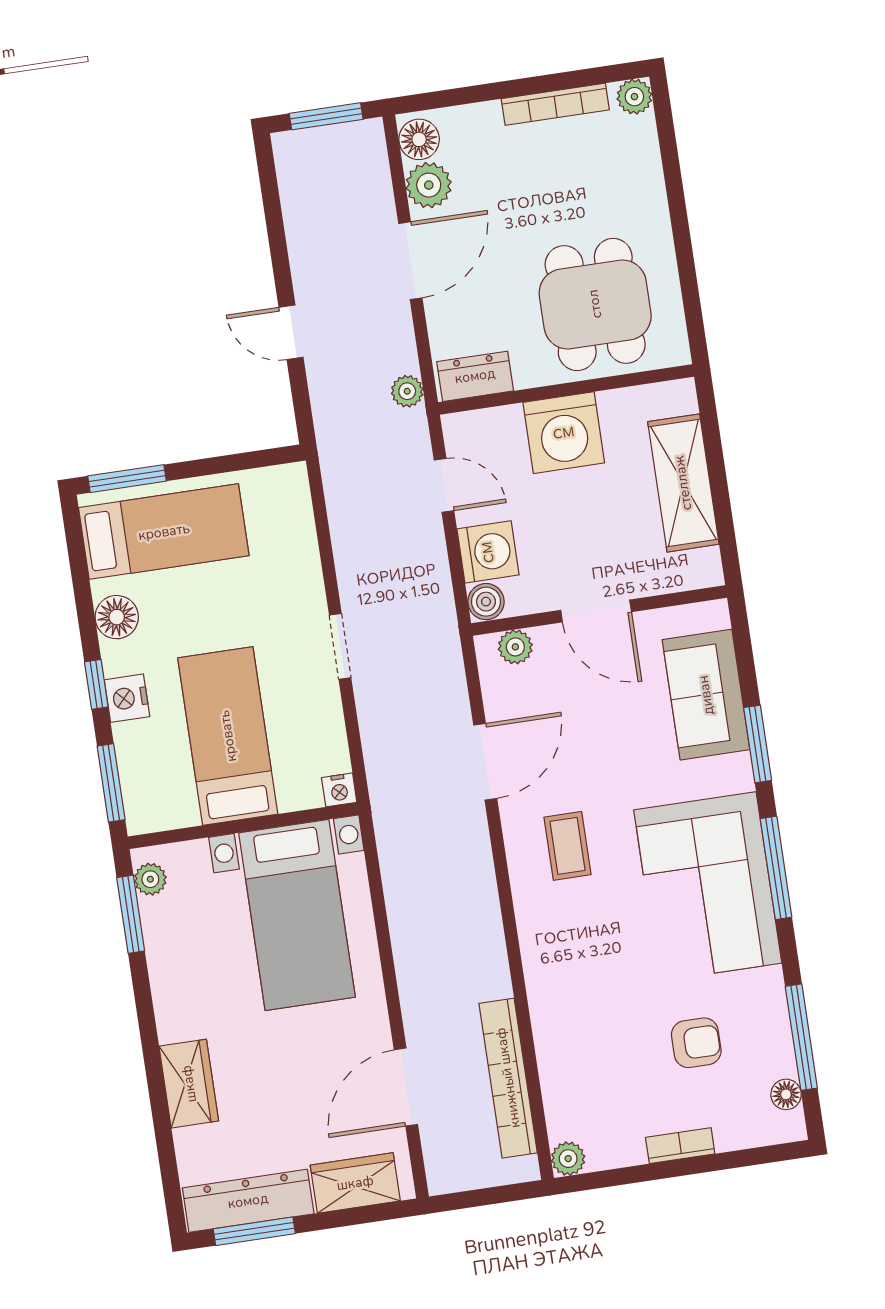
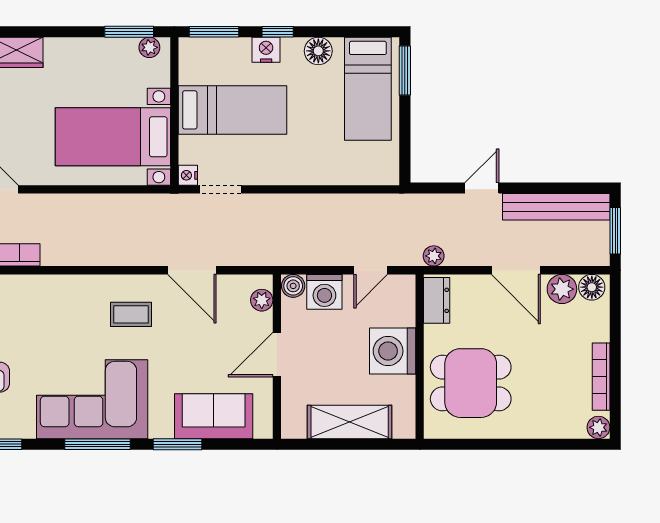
bench: (303, 213) -> (556, 207), added
doorway: (340, 646) -> (221, 189), moved

